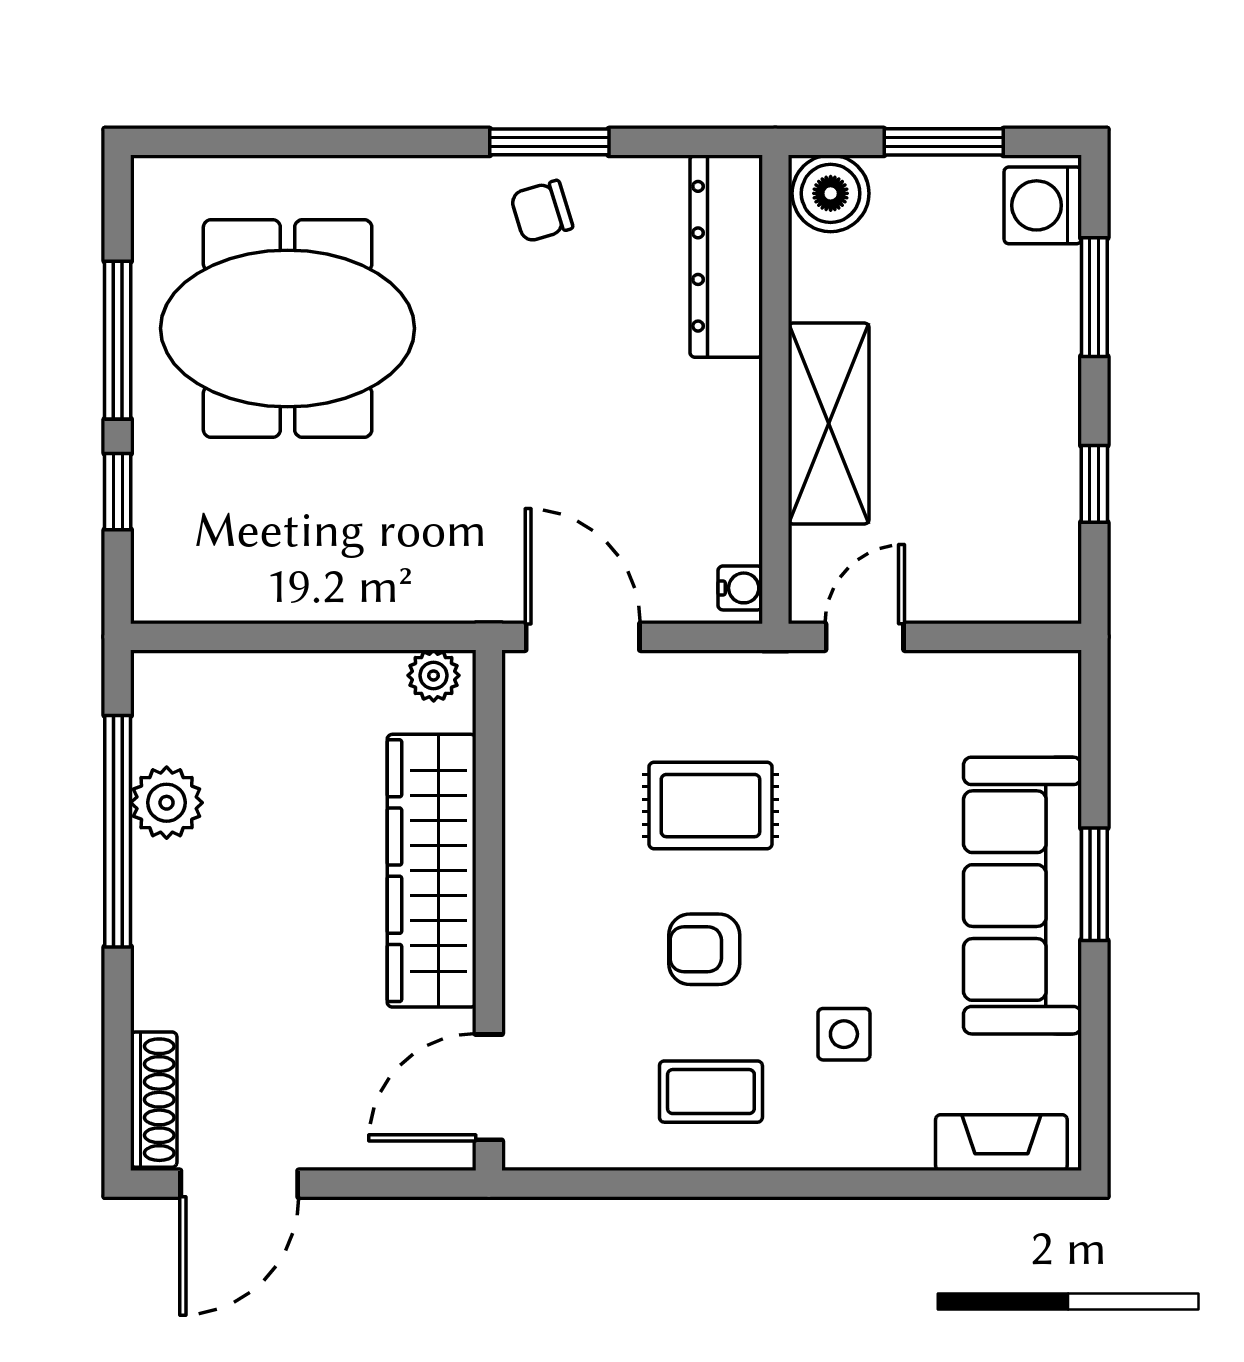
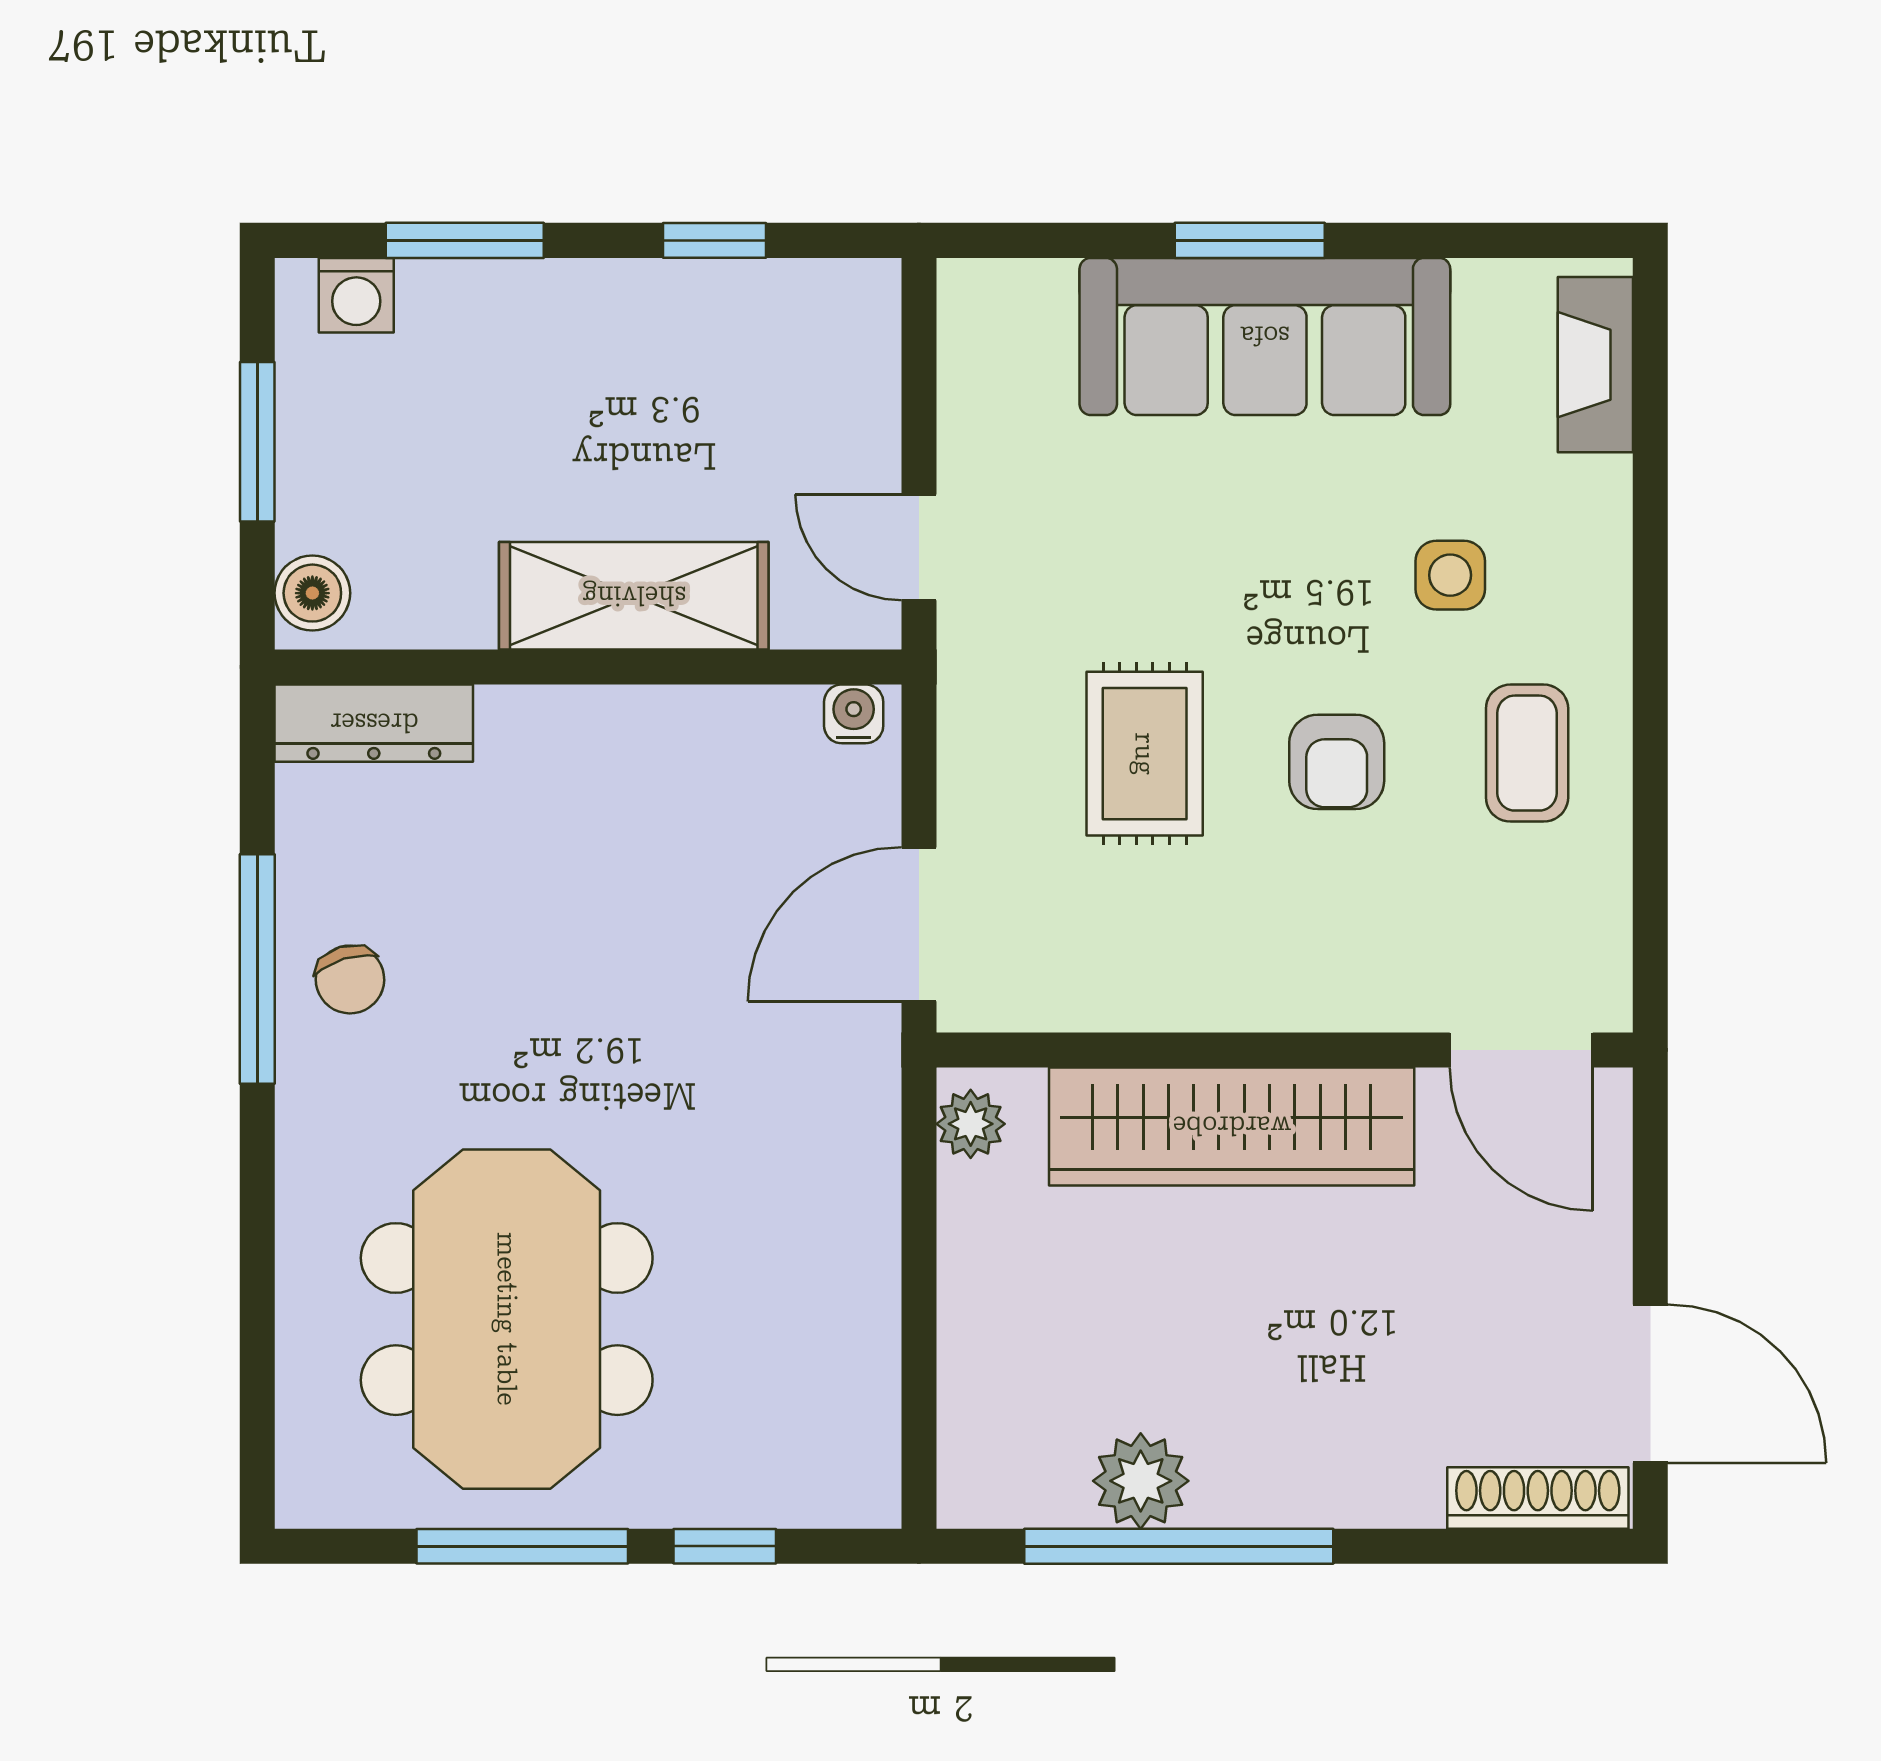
window: (549, 142) -> (257, 969), width x1.44
boiler: (831, 193) -> (312, 593), width x0.73, depth x0.73
washing machine: (1043, 205) -> (356, 295), width x0.73, depth x0.73
dresser: (726, 256) -> (374, 723), width x0.73, depth x0.80

